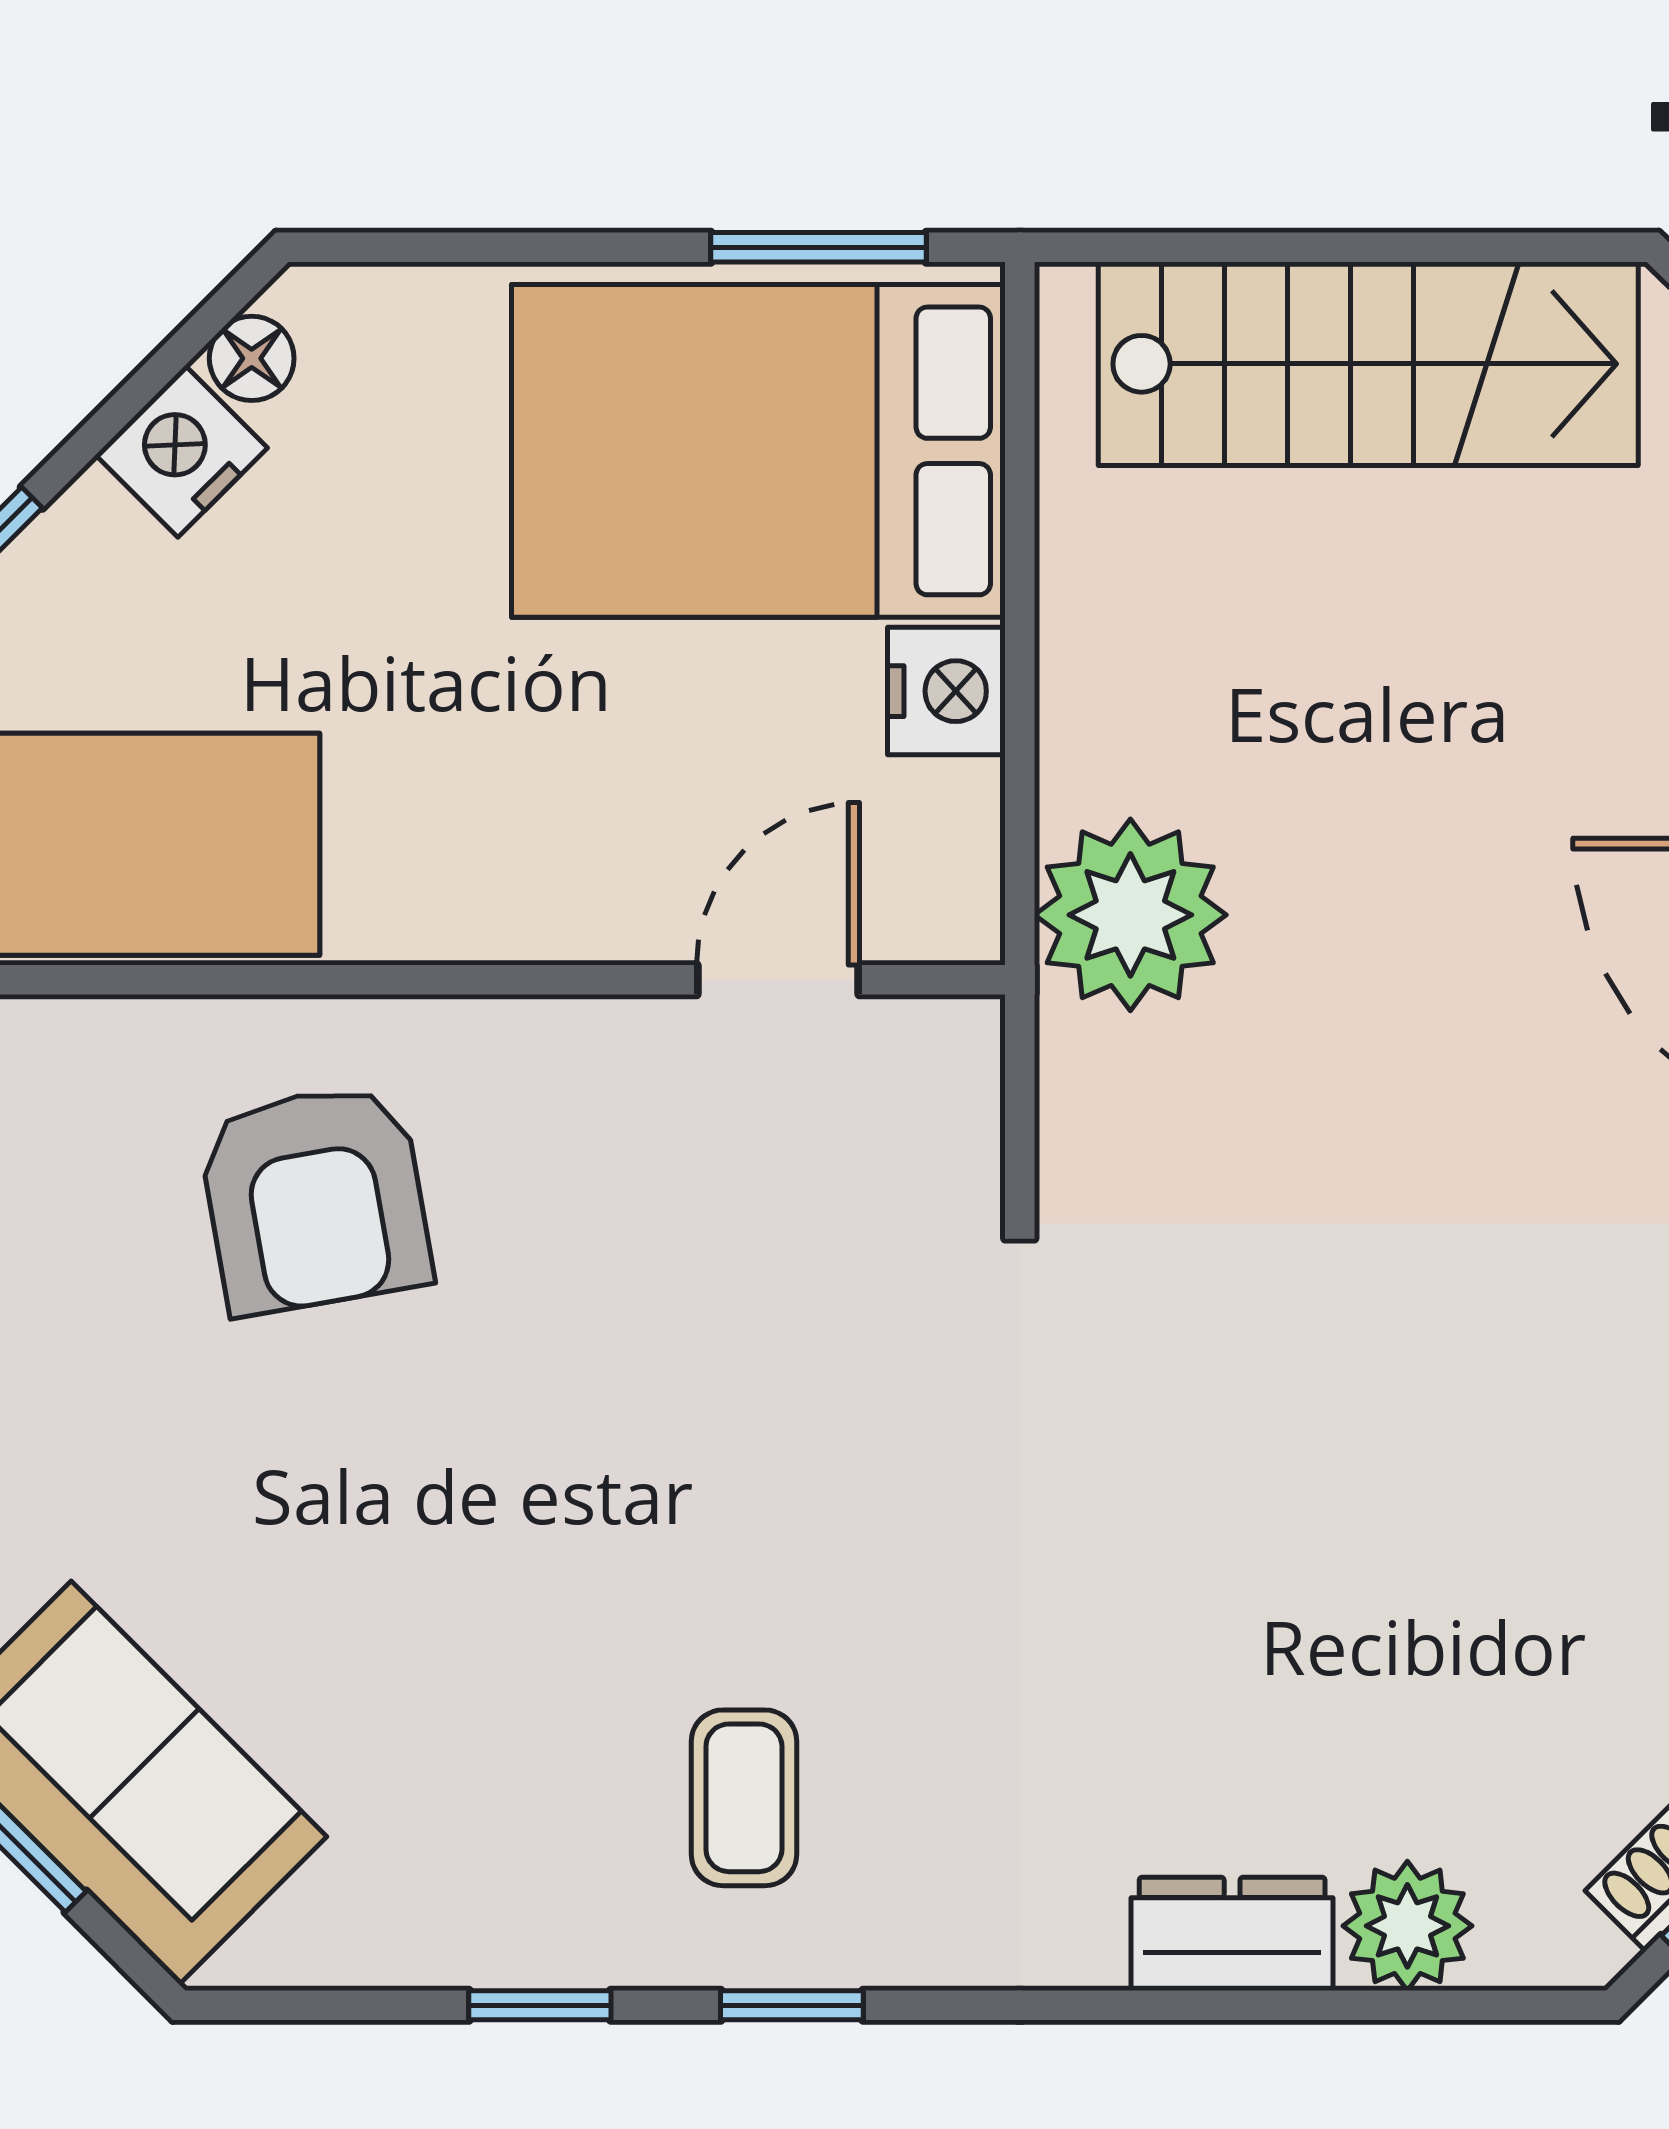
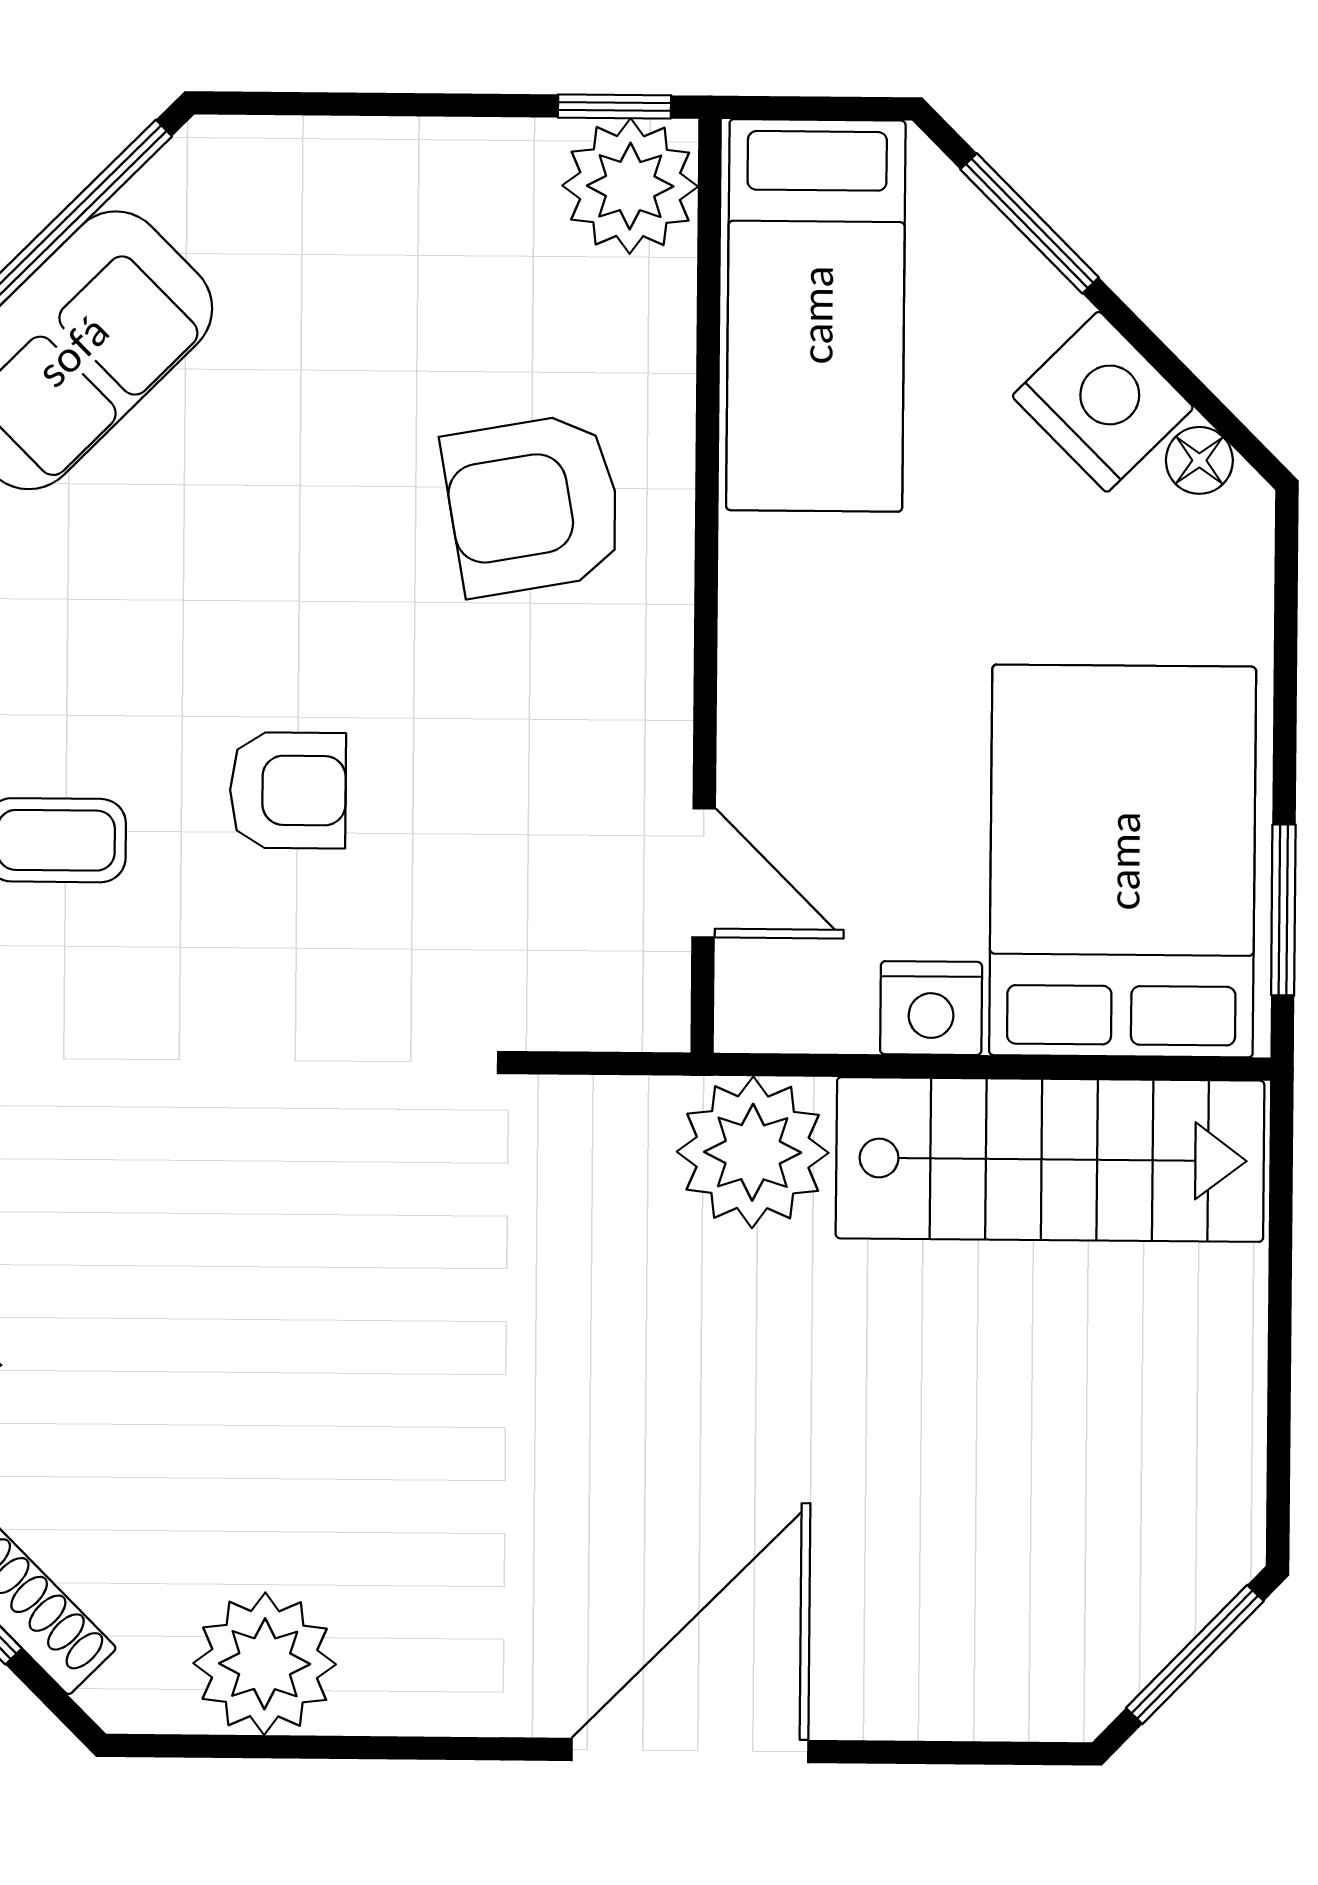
stairs: (1368, 364) -> (1050, 1159), moved, turned -90
nightstand: (181, 451) -> (1103, 402), width x1.36, depth x1.33
armchair: (678, 1506) -> (288, 790), added

